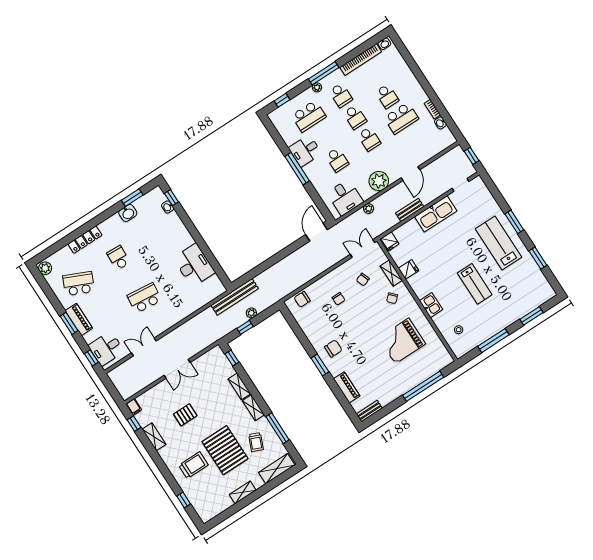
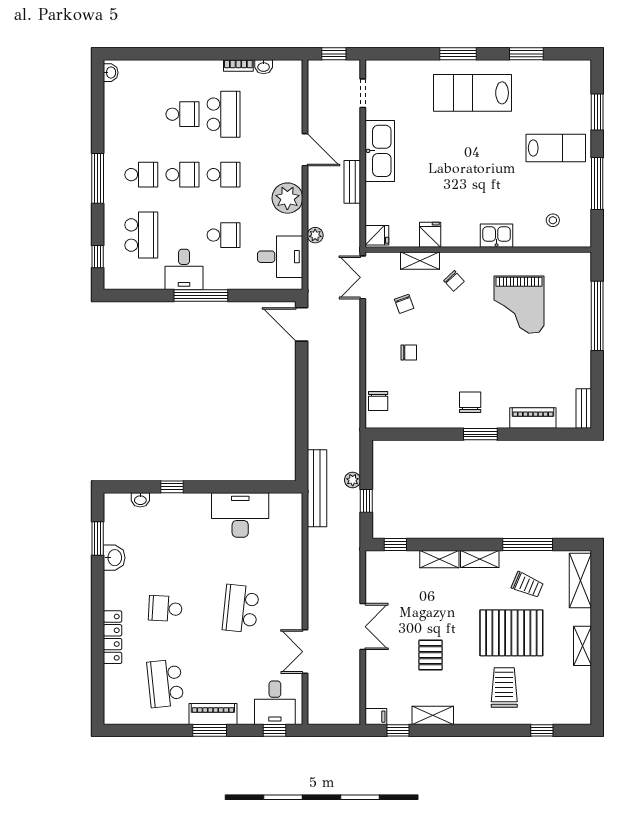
bookcase: (361, 60) -> (111, 118), removed
plant: (317, 87) -> (111, 199), removed
window: (171, 198) -> (172, 487), moved
plant: (45, 268) -> (116, 715), removed
school desk: (79, 284) -> (165, 683), turned -30
lab bench: (475, 284) -> (556, 148), moved

